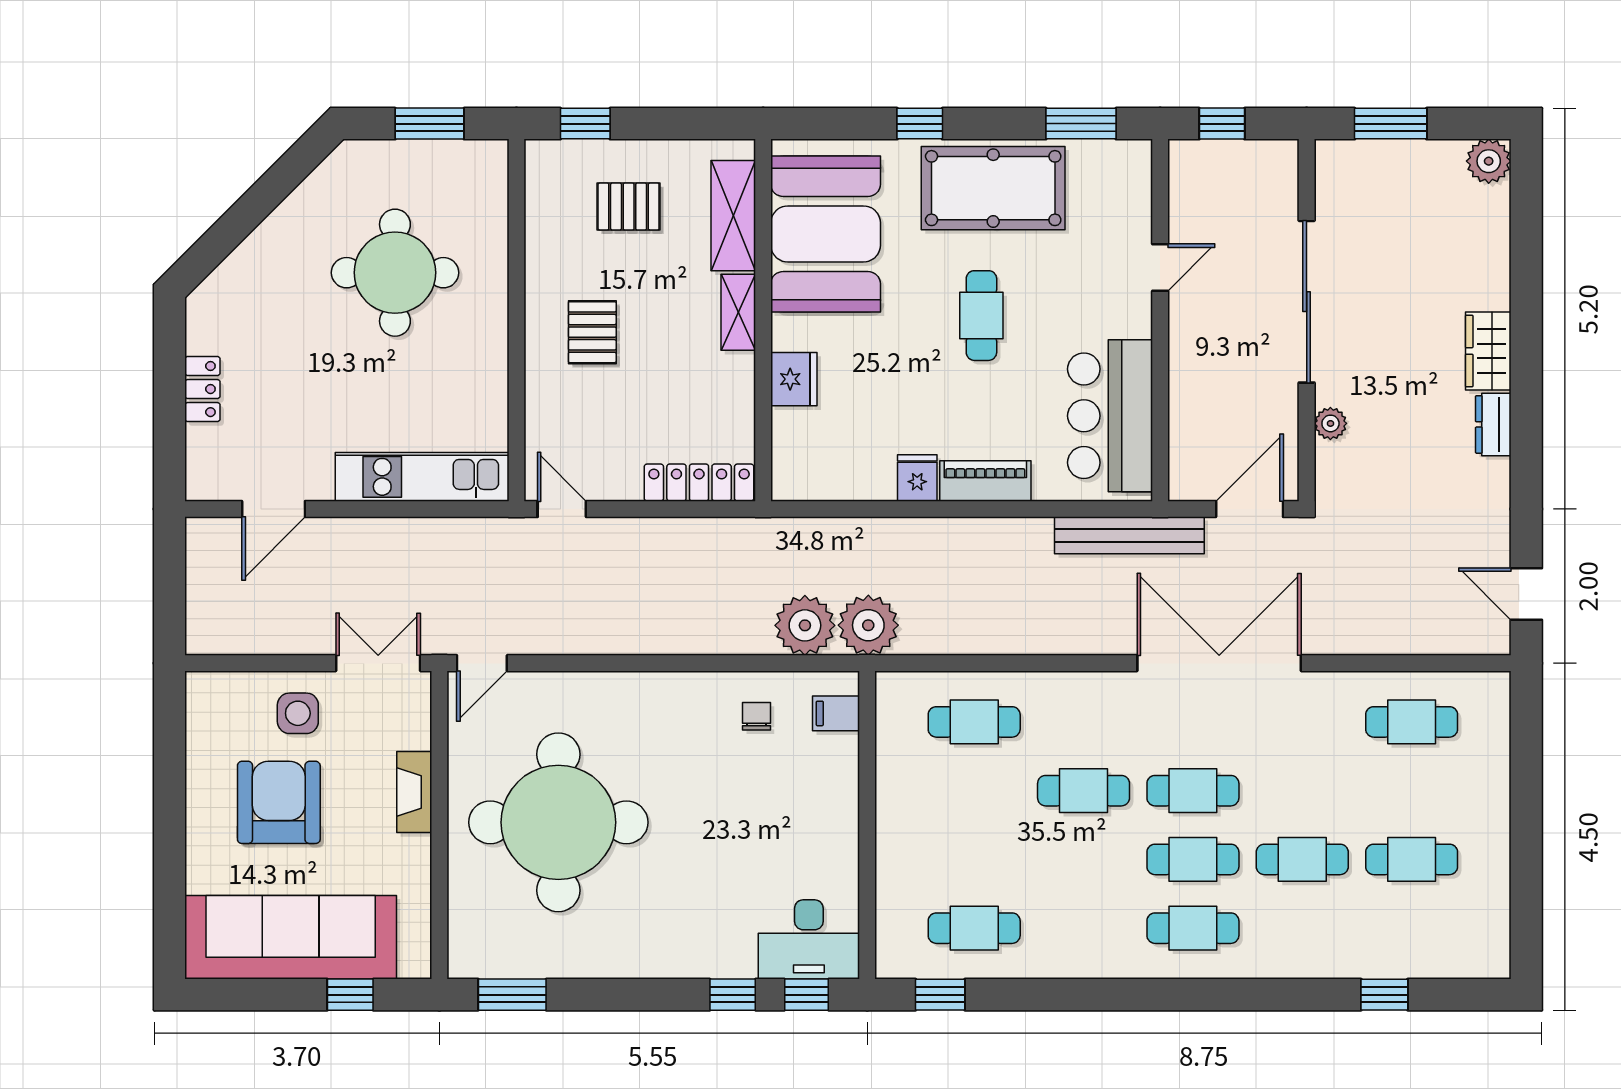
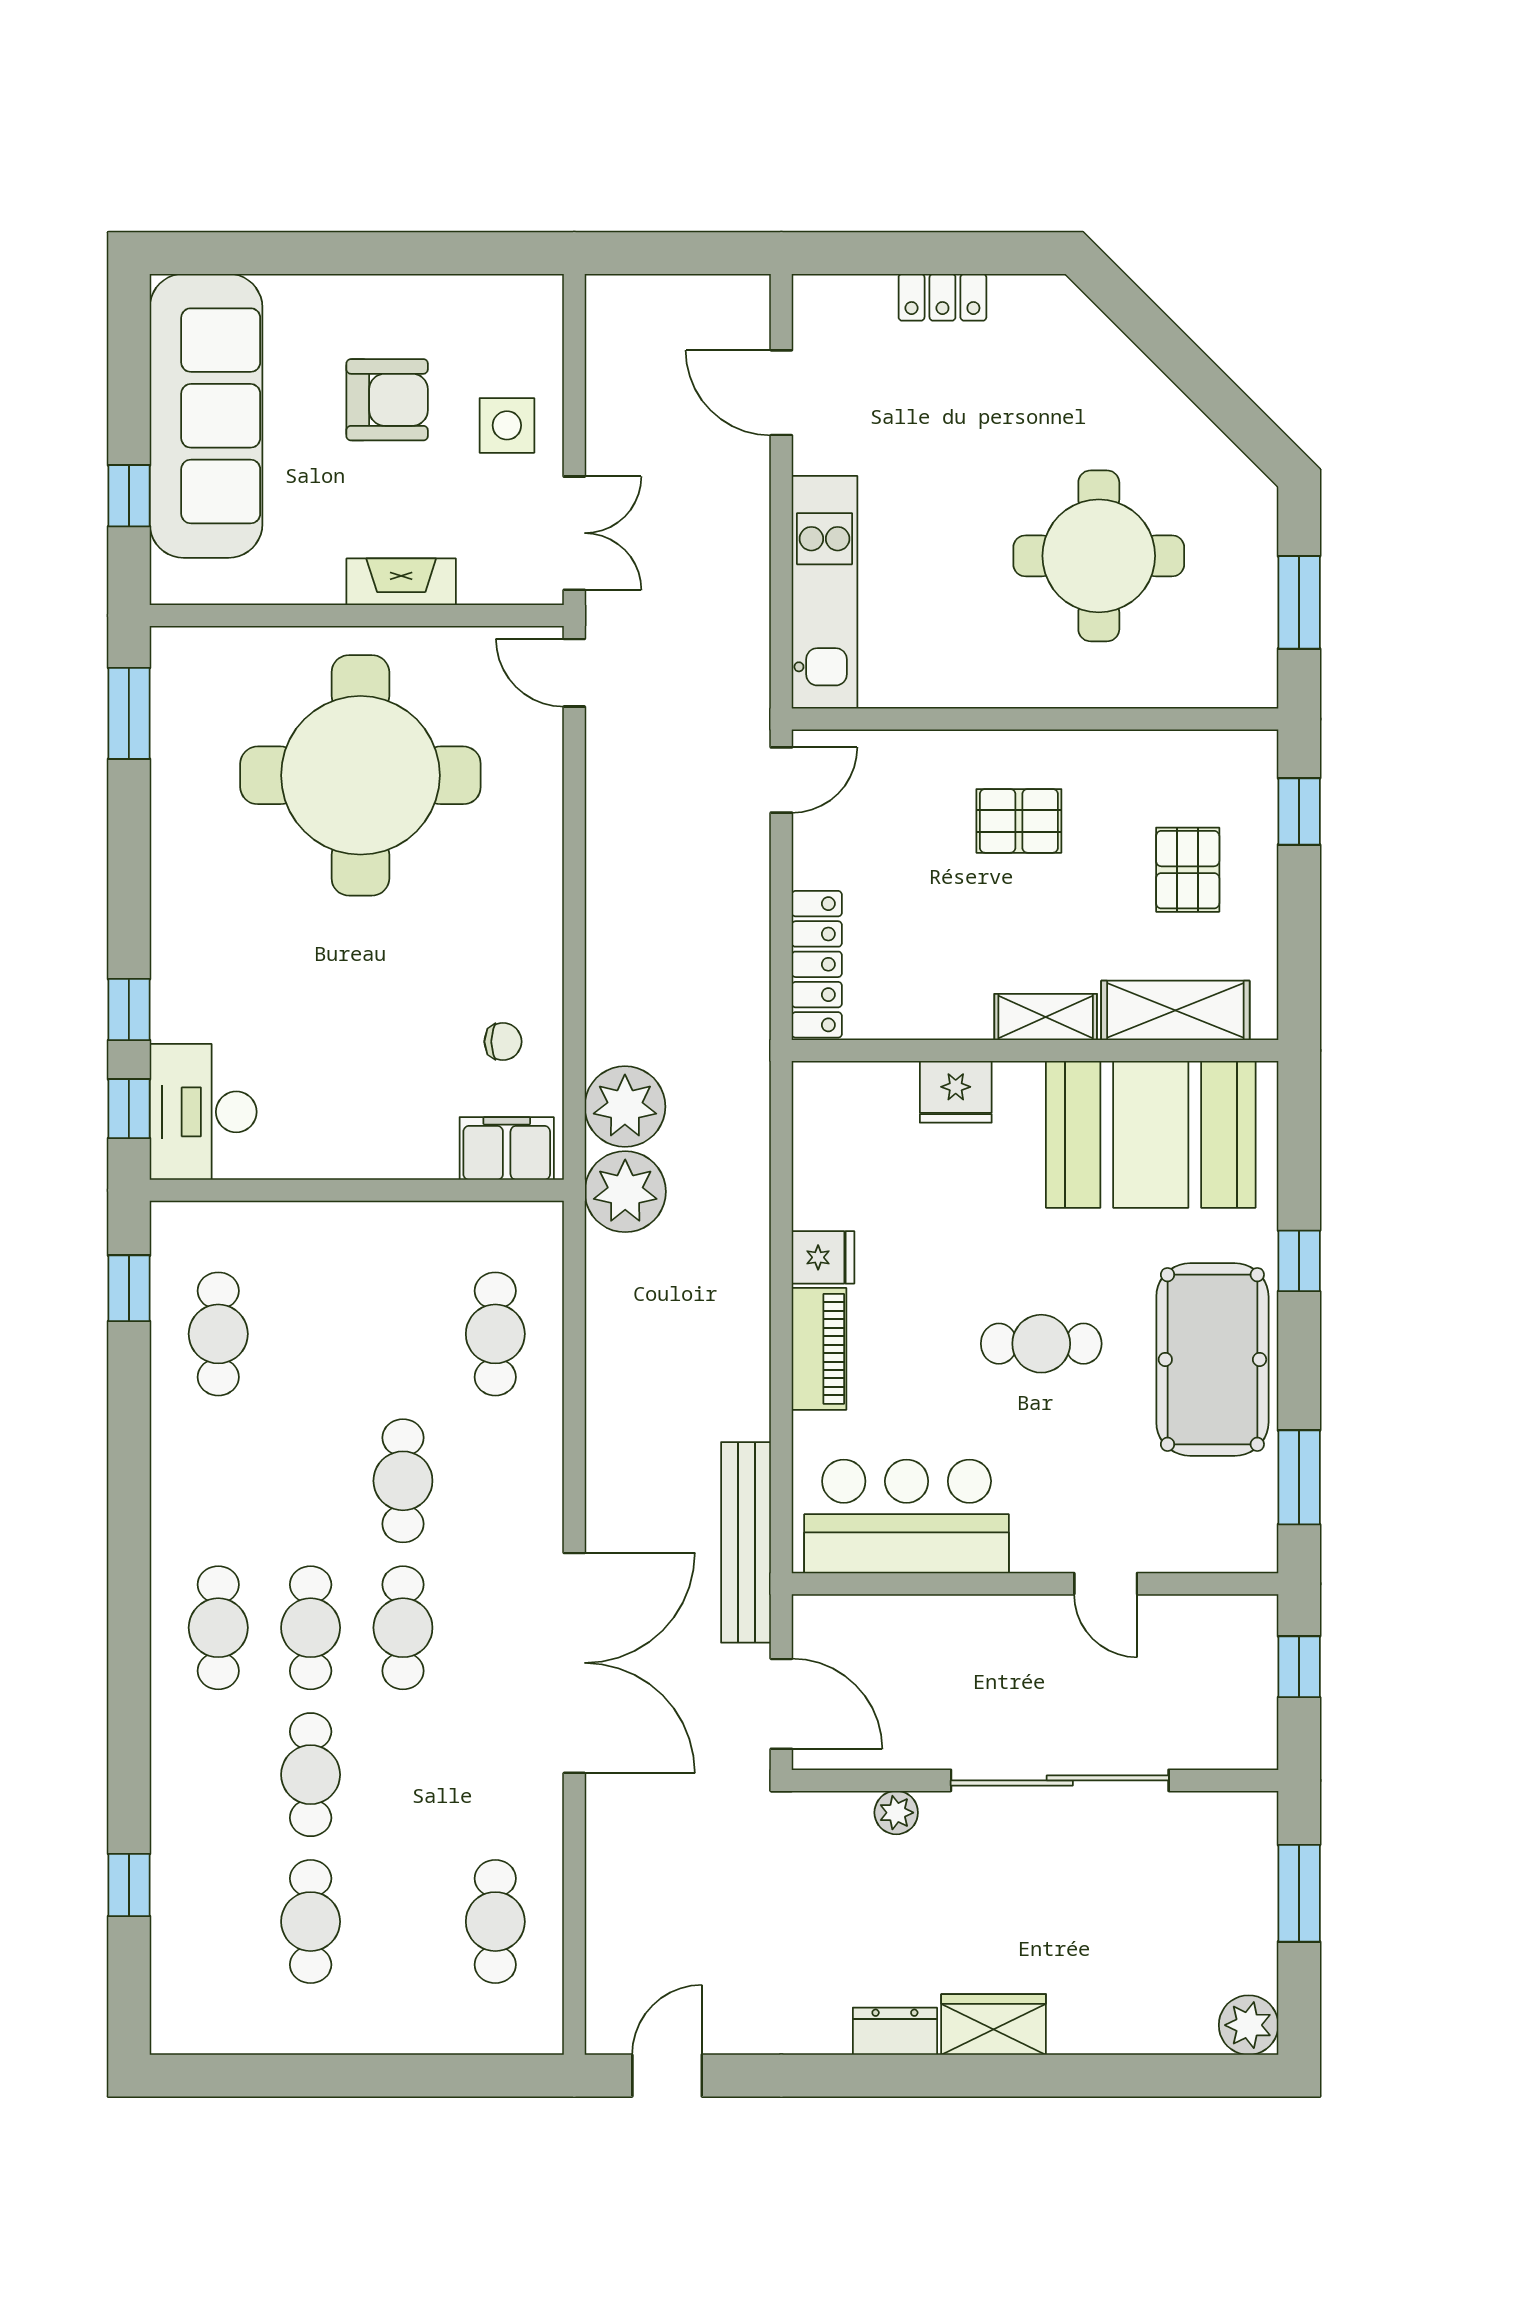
filing cabinet: (836, 713) -> (507, 1148), width x2.00
armchair: (279, 802) -> (387, 400), width x0.73, depth x0.73

